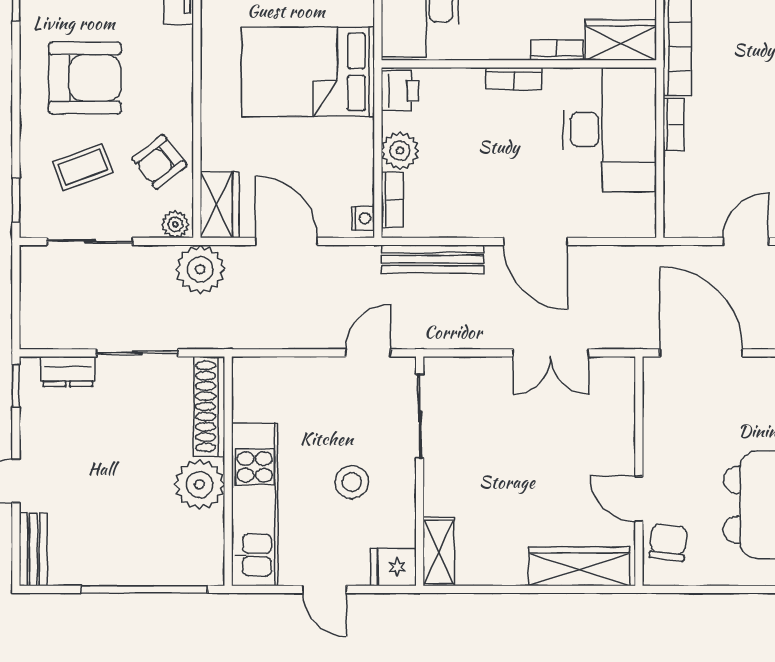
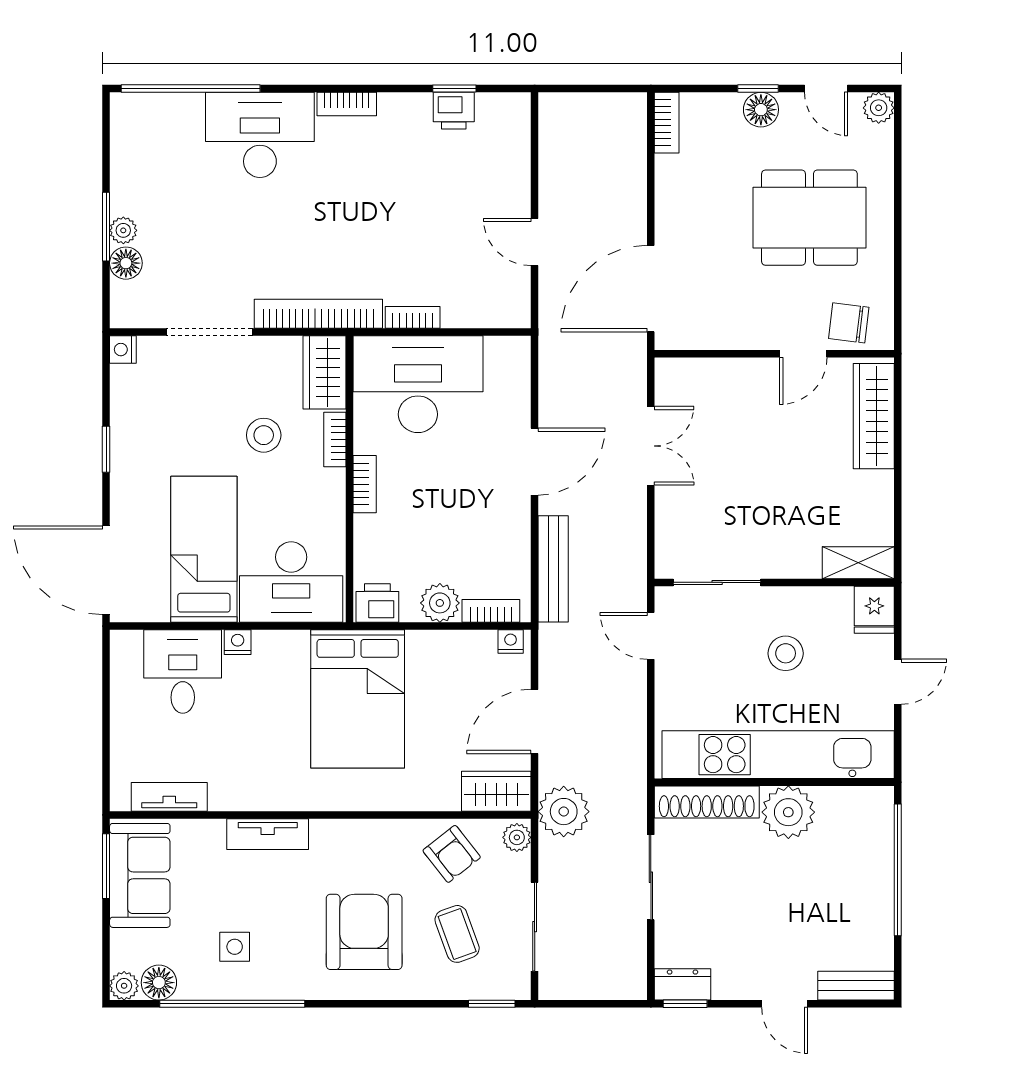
dresser: (68, 371) -> (683, 984), moved, turned -90
kitchen unit: (255, 504) -> (778, 755), width x1.36

